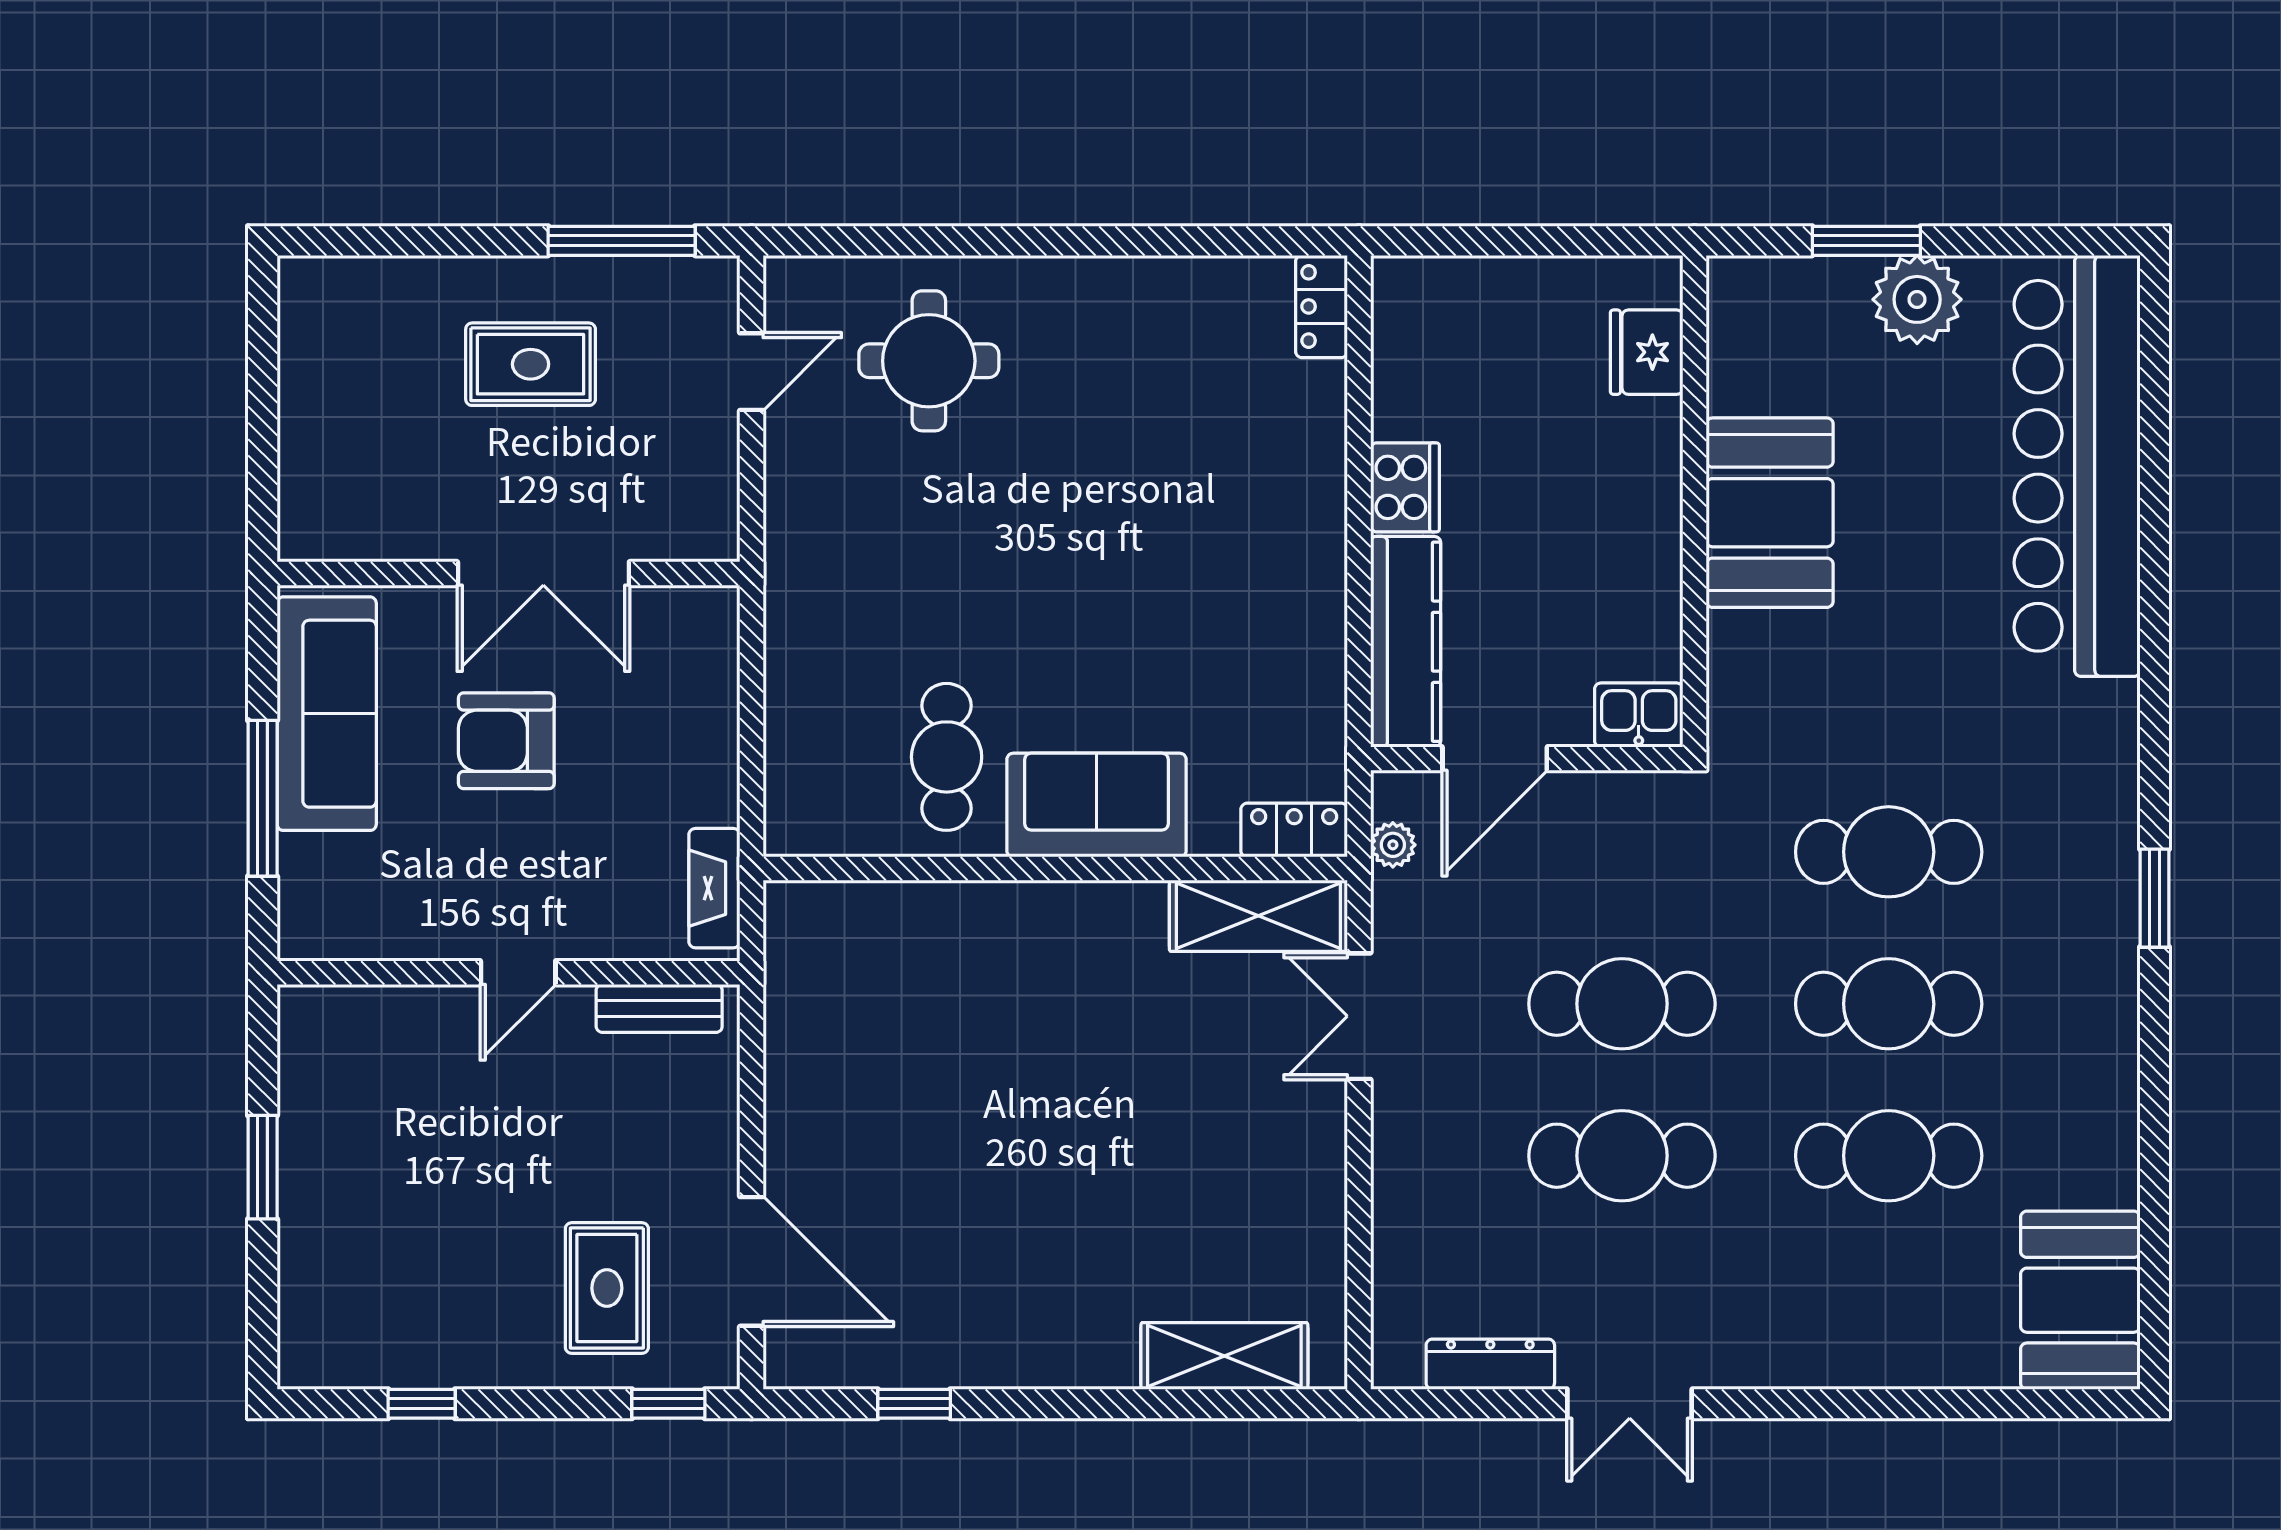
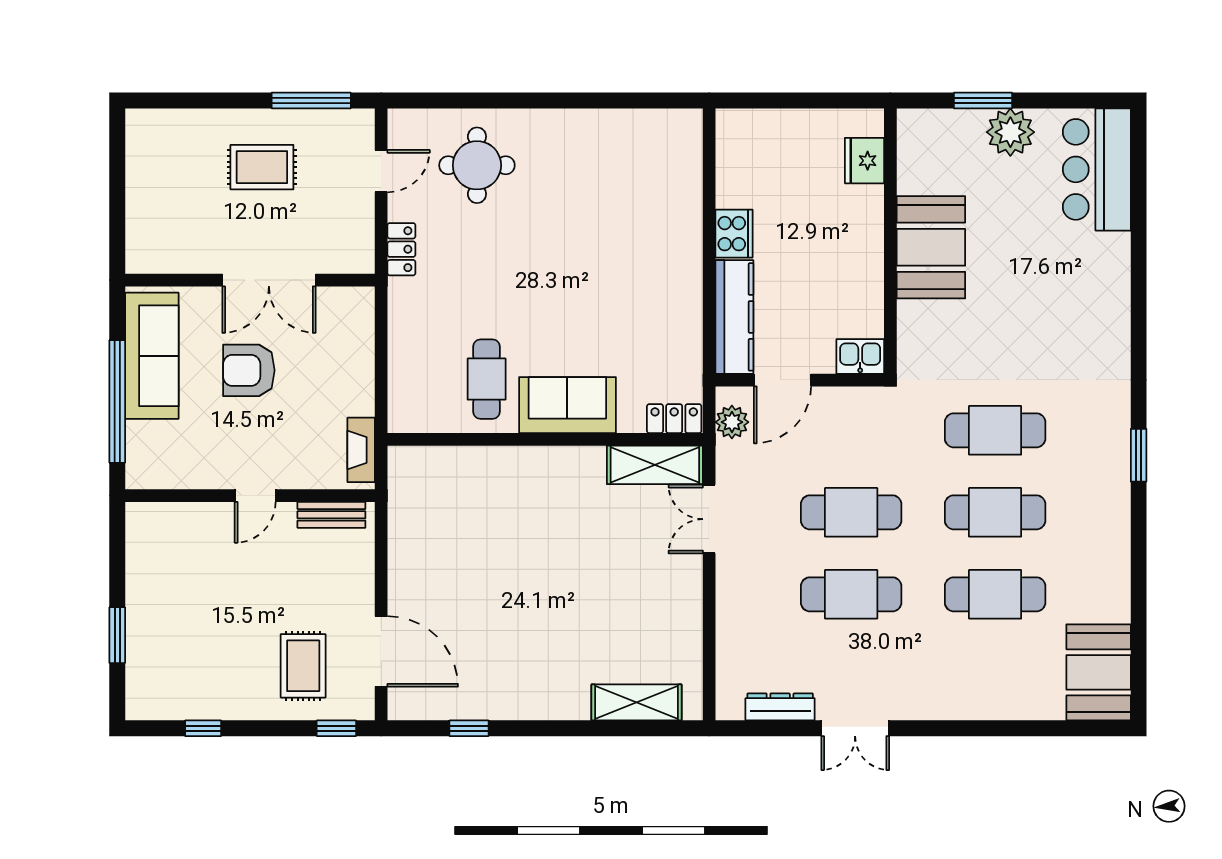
locker: (1322, 306) -> (401, 249), moved, turned 180
bar counter: (2077, 466) -> (1097, 169), width x0.54
window: (263, 798) -> (117, 401), width x1.46
plant: (1393, 845) -> (732, 422), width x1.38, depth x1.38
window: (263, 1167) -> (117, 635), moved

